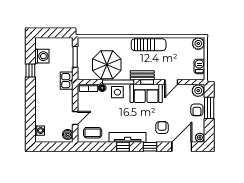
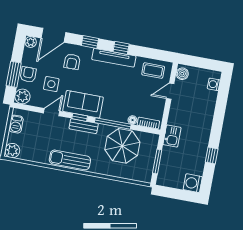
washing machine: (42, 56) -> (193, 183), moved
side table: (117, 92) -> (51, 84), moved

